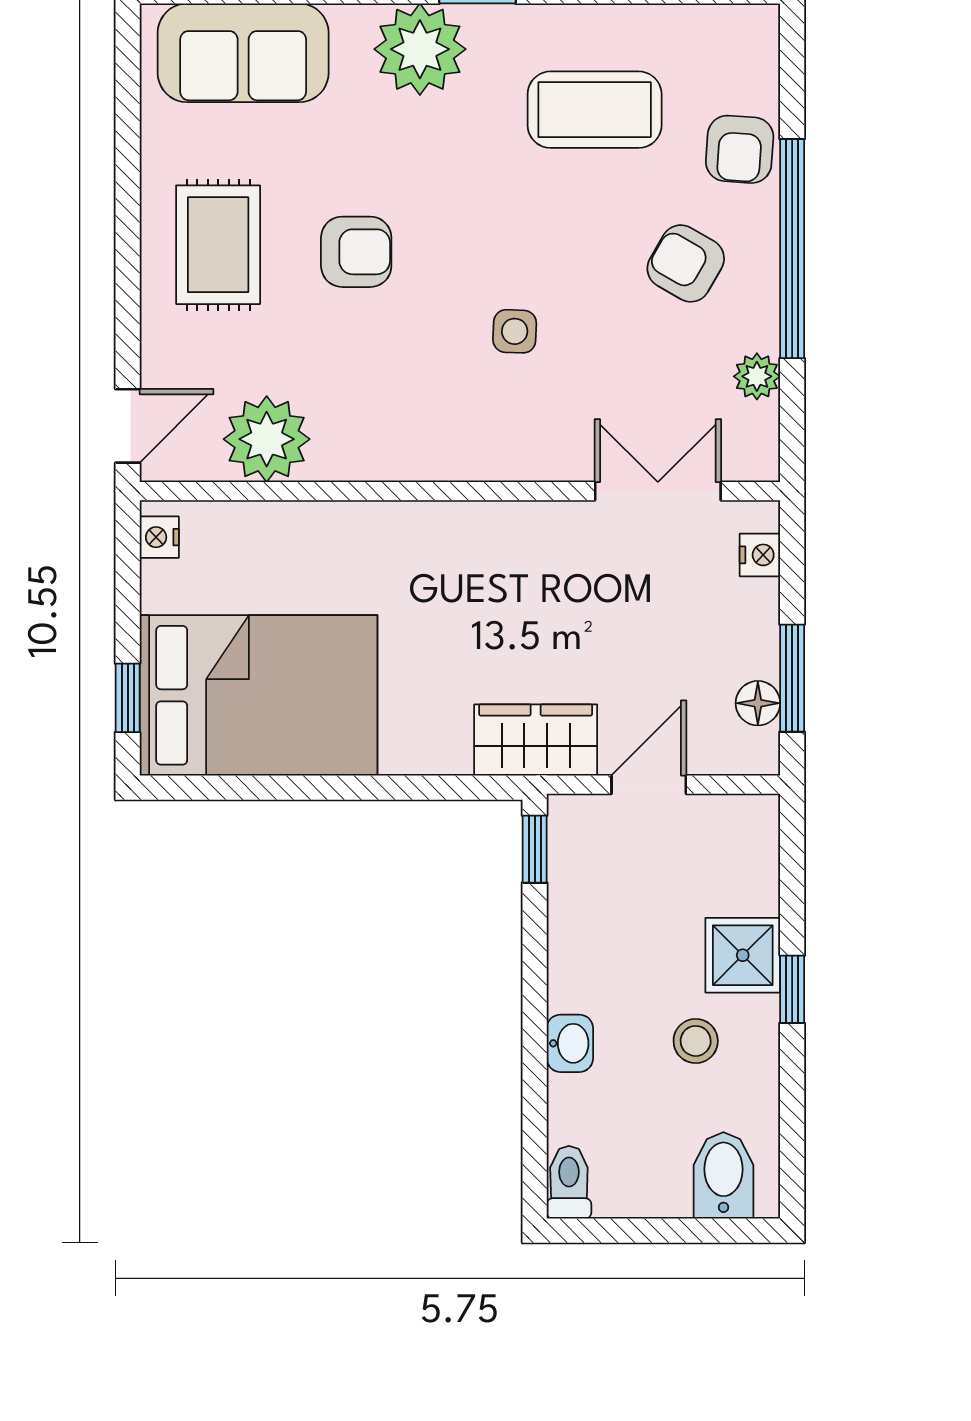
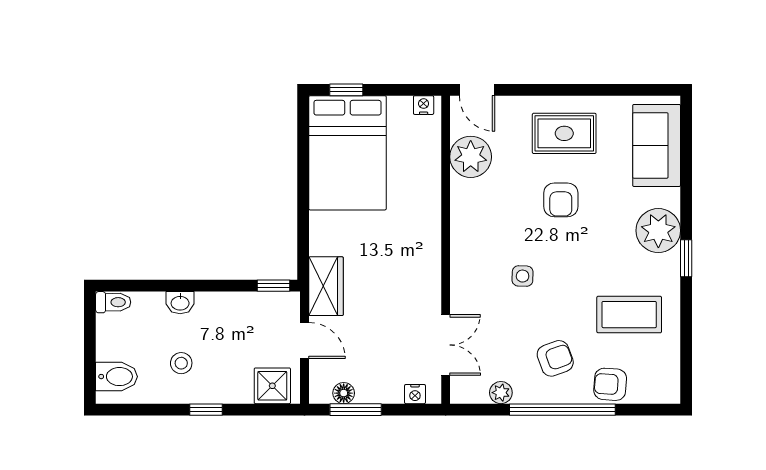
coffee table: (595, 110) -> (629, 315), turned 90
armchair: (686, 263) -> (555, 358), turned 40
shower: (743, 955) -> (272, 386), moved

